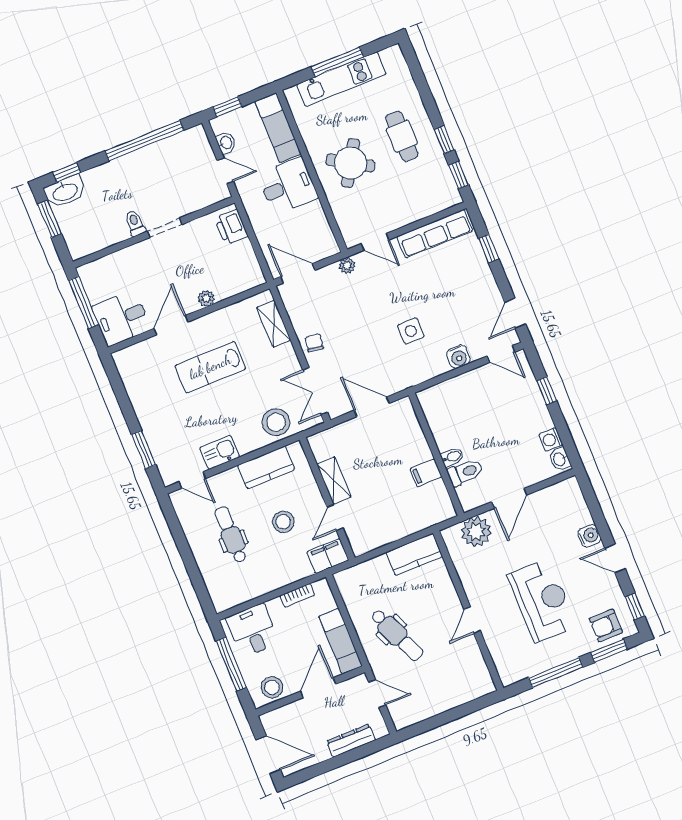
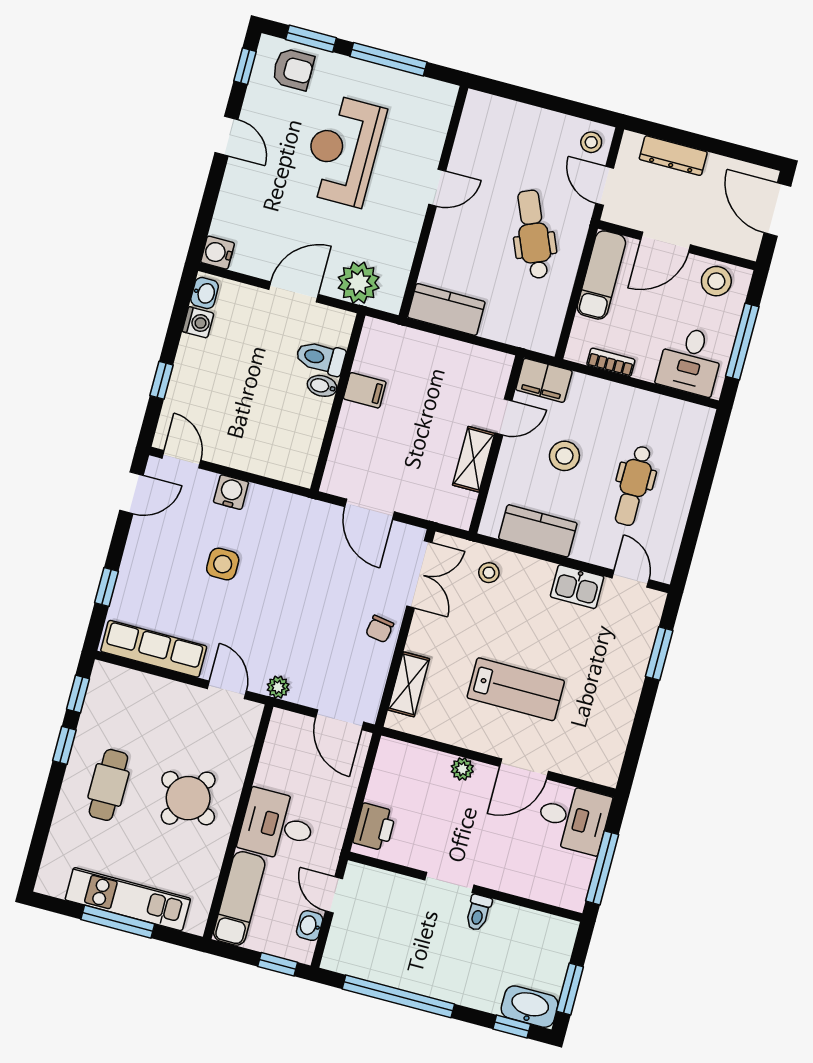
side table: (411, 331) -> (223, 564), moved
stool: (276, 422) -> (489, 573), width x0.53, depth x0.53
water cooler: (589, 536) -> (218, 253), moved
stool: (404, 713) -> (591, 142), added

